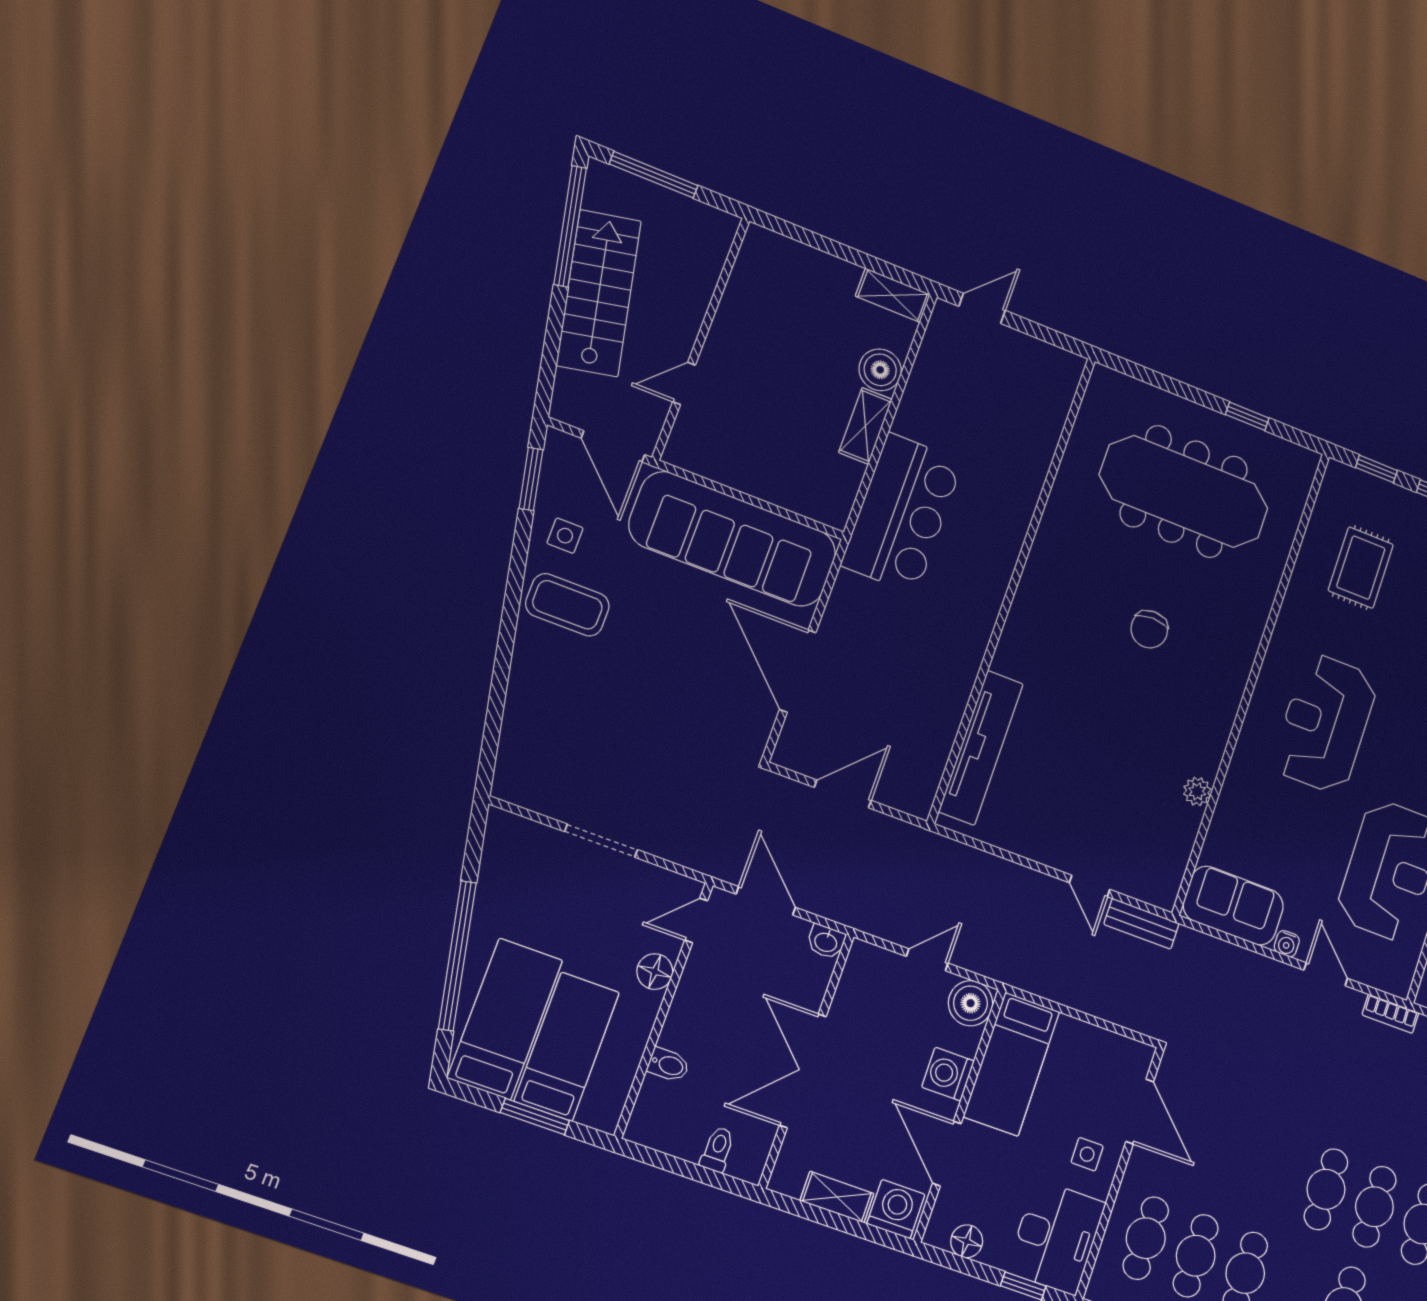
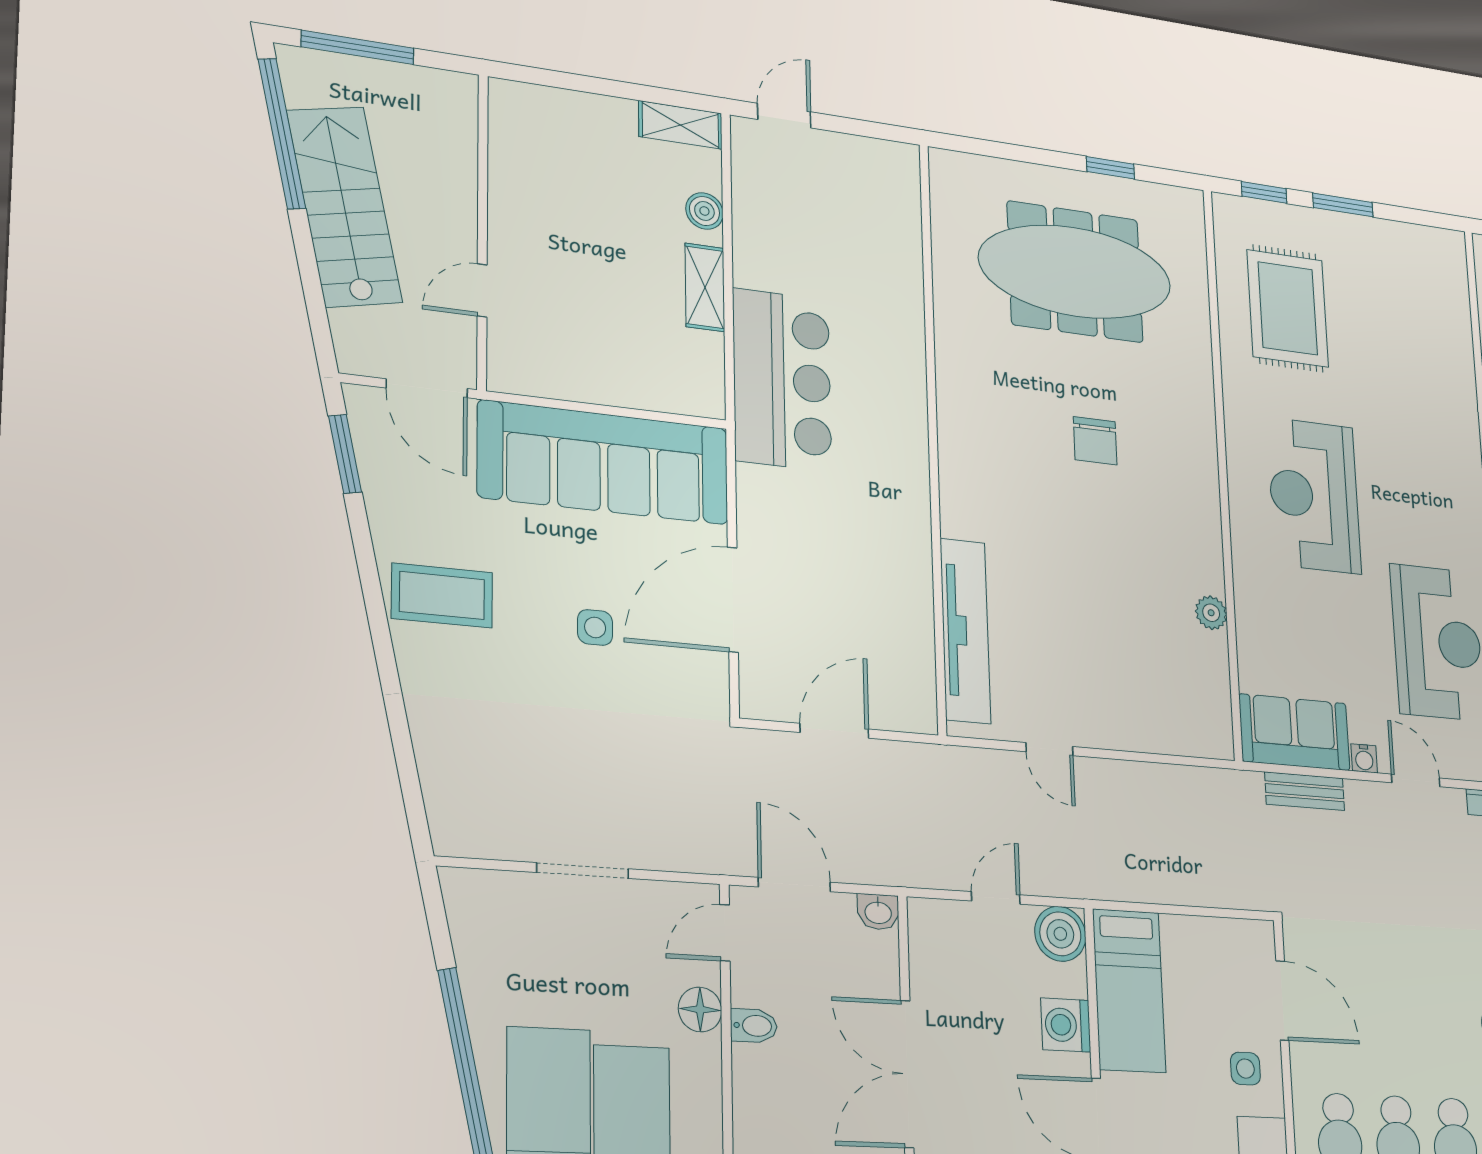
boiler: (880, 370) -> (704, 211), width x0.73, depth x0.73
side table: (565, 536) -> (595, 627), moved
rug: (1361, 568) -> (1288, 308), width x1.36, depth x1.43
door: (798, 671) -> (733, 600), hinge flipped
door: (1090, 886) -> (1049, 749), moved
bench: (1142, 924) -> (1305, 791), moved
bidet: (668, 1065) -> (754, 1026), moved

